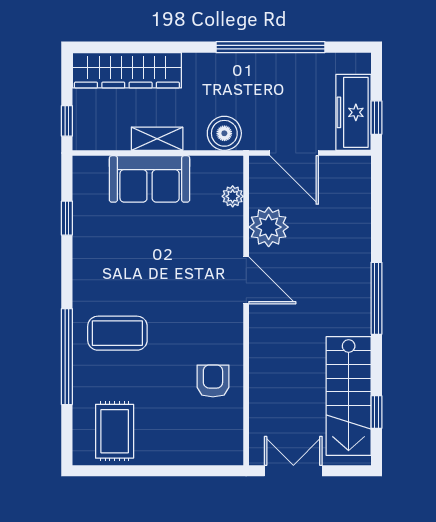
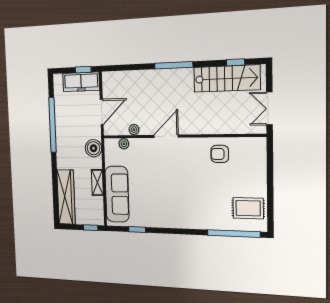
sofa: (150, 179) -> (117, 194), width x1.36
plant: (269, 227) -> (134, 130), width x0.53, depth x0.53
coffee table: (117, 333) -> (195, 205), removed
window: (67, 357) -> (234, 234), moved

